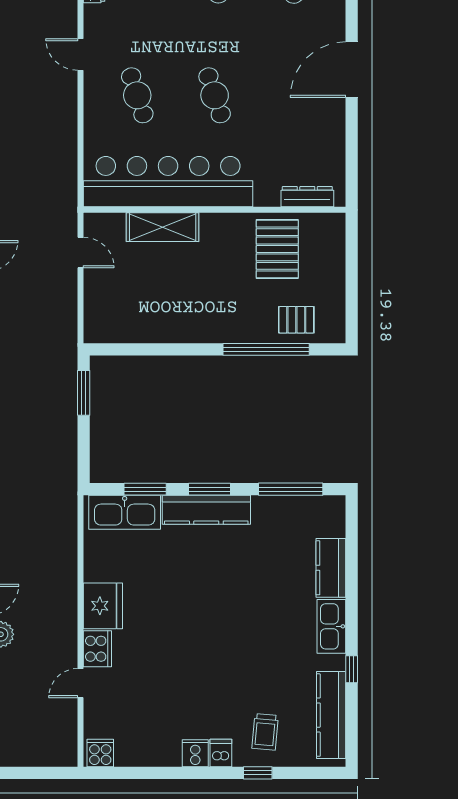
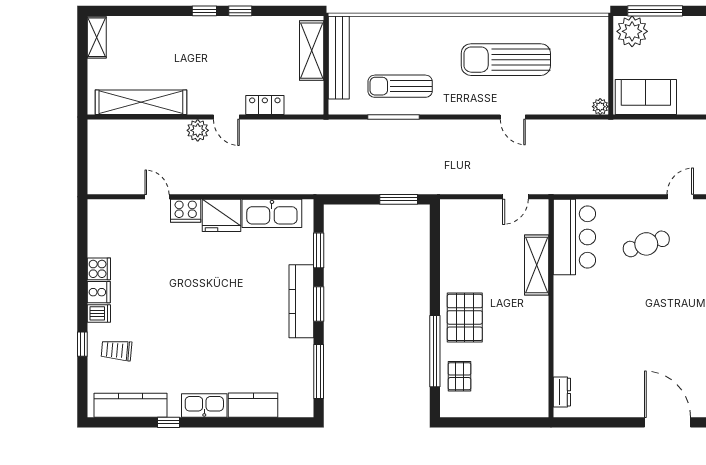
cafe table: (215, 95) -> (646, 308), removed
bar counter: (168, 182) -> (574, 237), width x0.54
dresser: (307, 197) -> (562, 392), width x0.70
pallet: (277, 249) -> (465, 317), moved, turned 90
kitchen sink: (125, 512) -> (272, 213), moved, turned -90
cooker: (100, 753) -> (99, 269), moved

